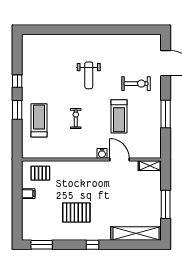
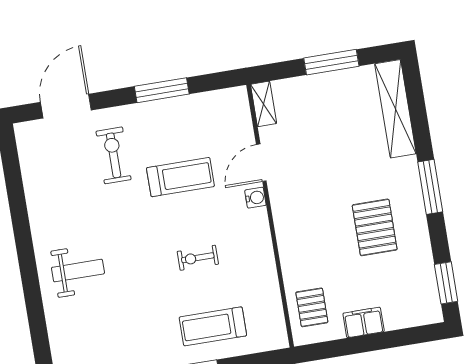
weight bench: (89, 75) -> (78, 271), moved
filing cabinet: (28, 194) -> (364, 322), width x2.00
window: (93, 245) -> (430, 187), width x2.17

